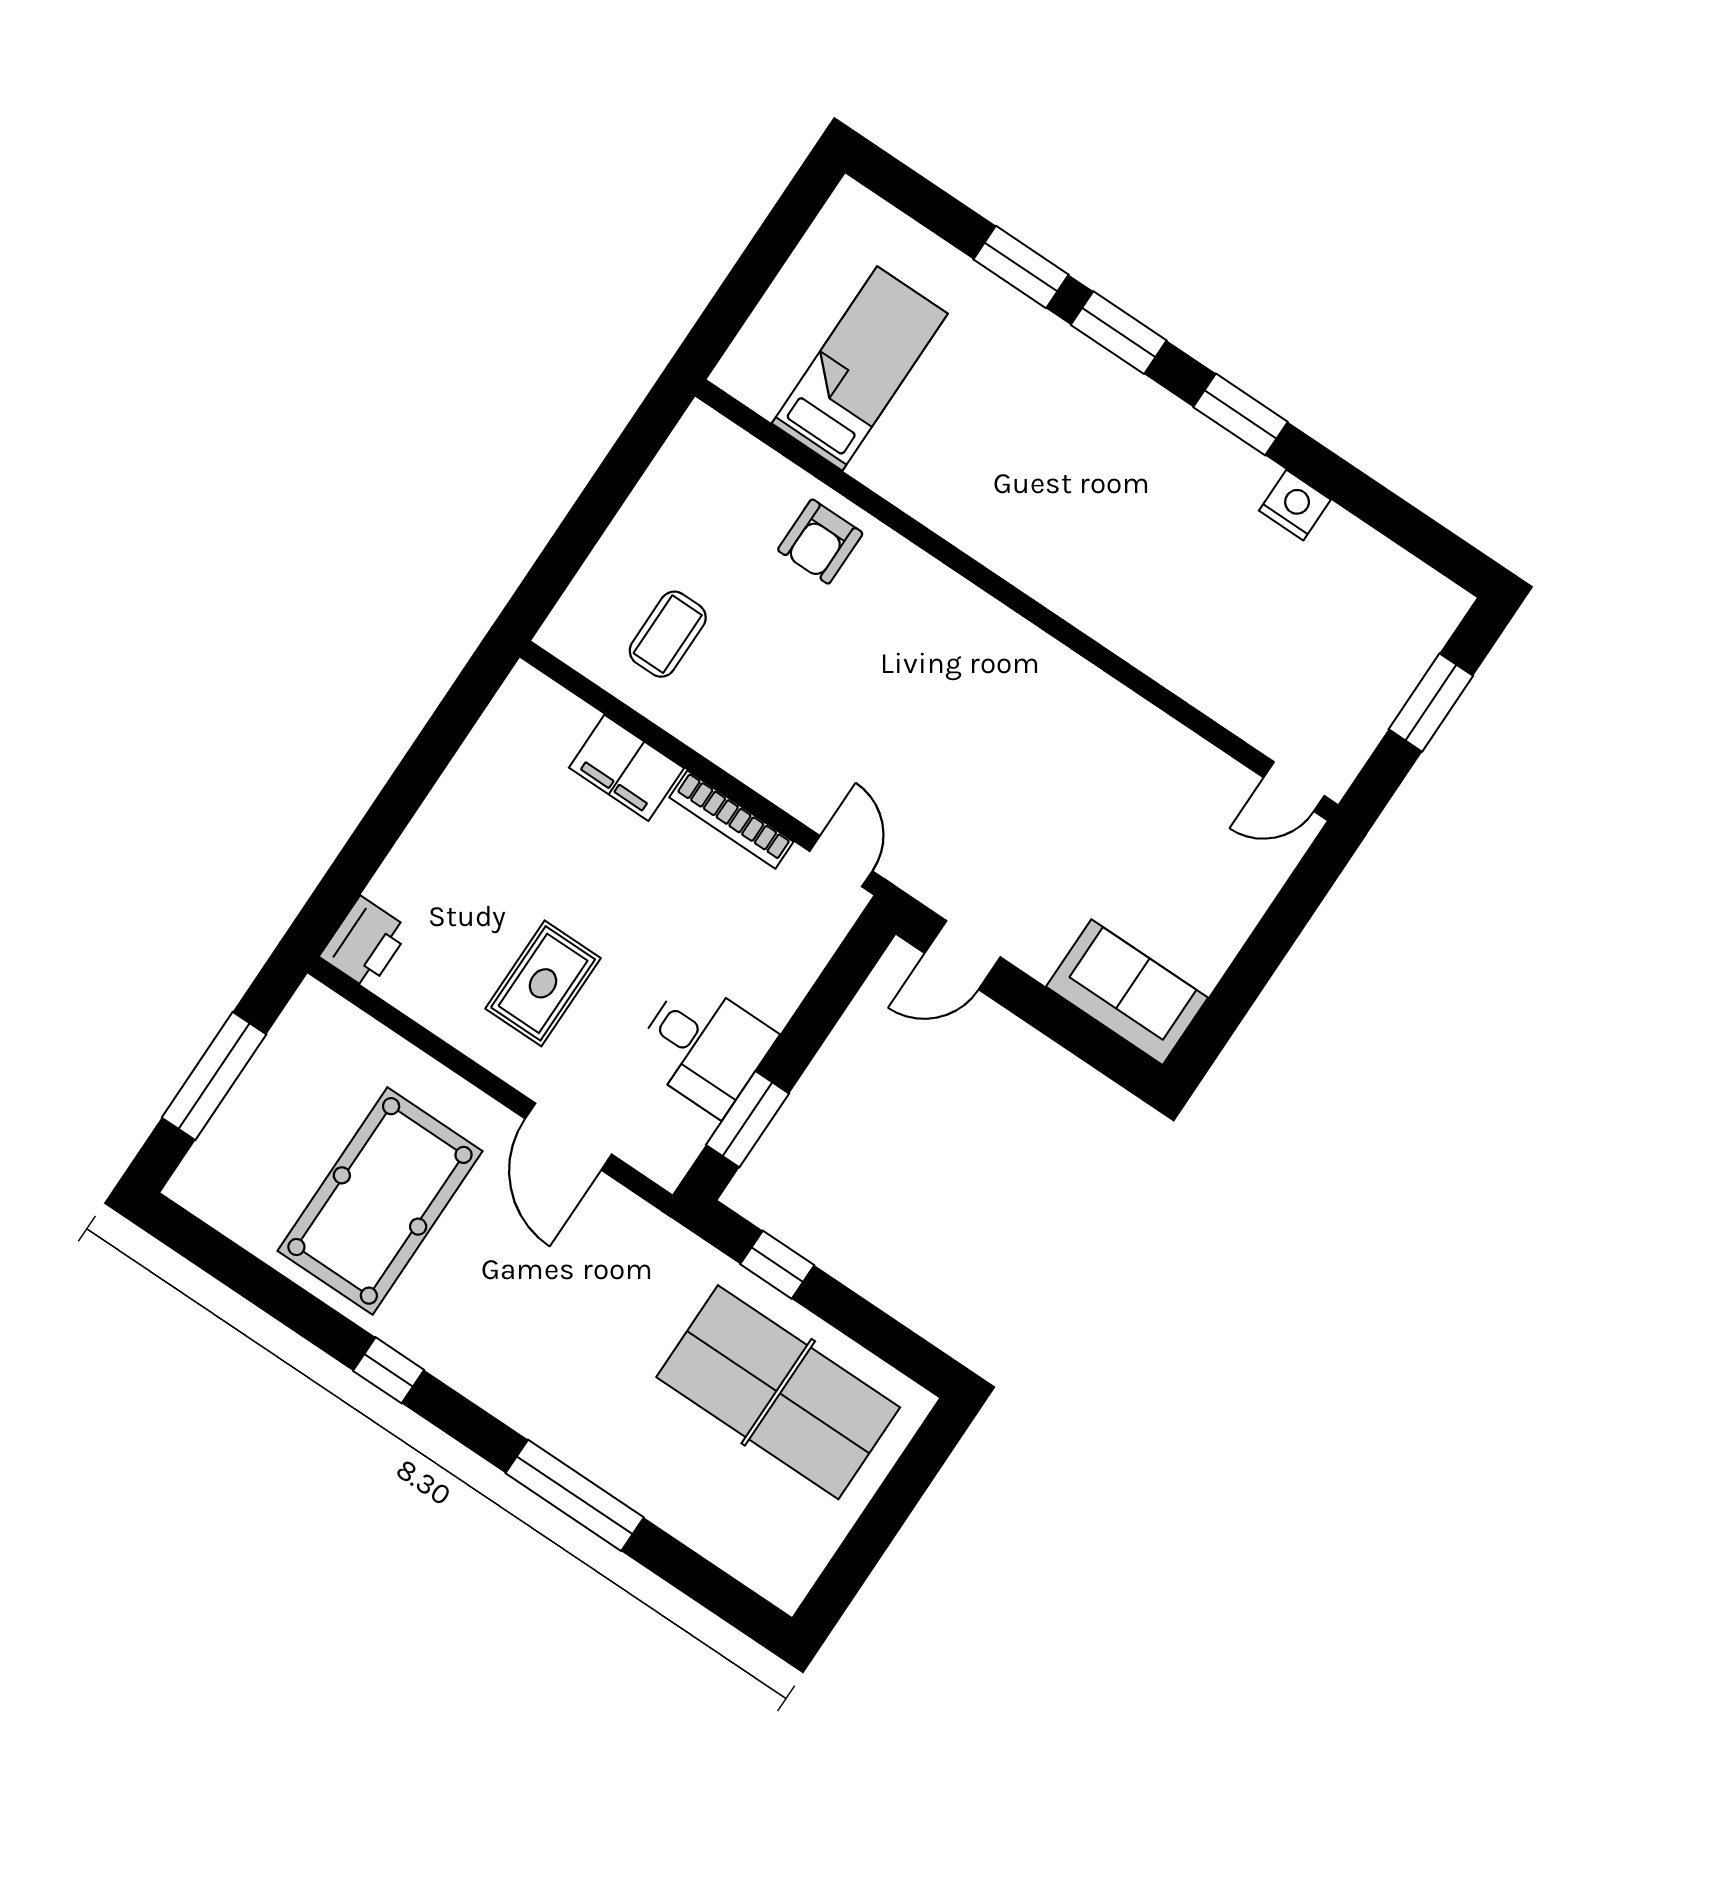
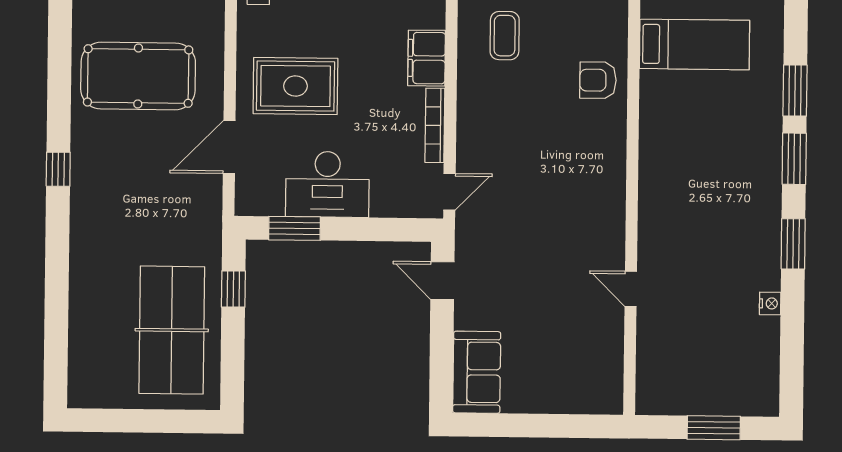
nightstand: (1295, 505) -> (770, 303), width x0.72, depth x0.74
coffee table: (668, 634) -> (505, 36), turned 90
door: (1294, 787) -> (631, 289), moved
rug: (543, 983) -> (295, 86), width x1.36, depth x1.43
desk: (704, 1046) -> (327, 184), width x1.37
window: (389, 1370) -> (58, 169), moved
window: (575, 1495) -> (57, 264), removed

